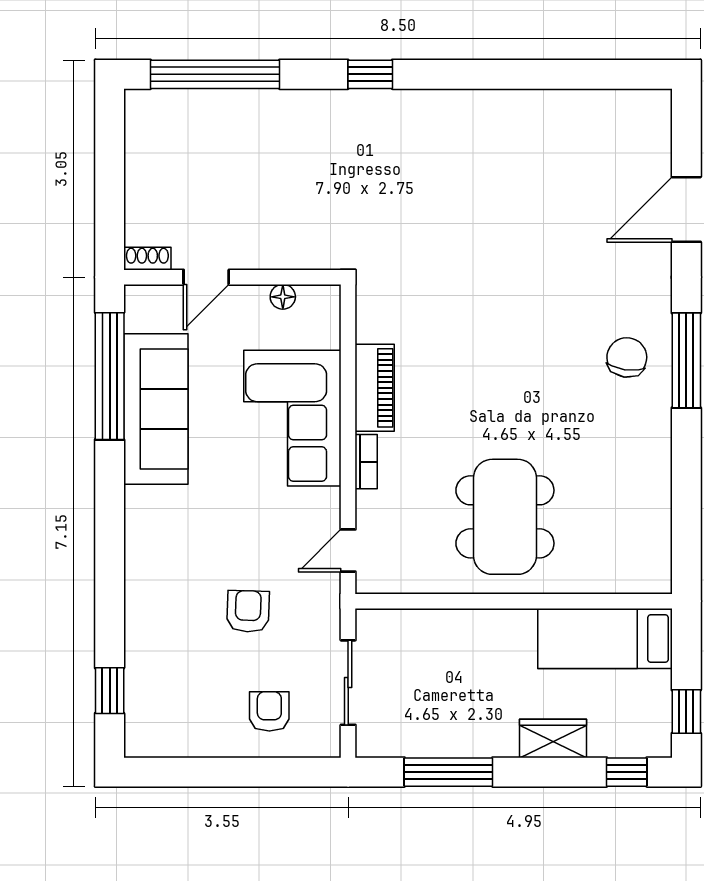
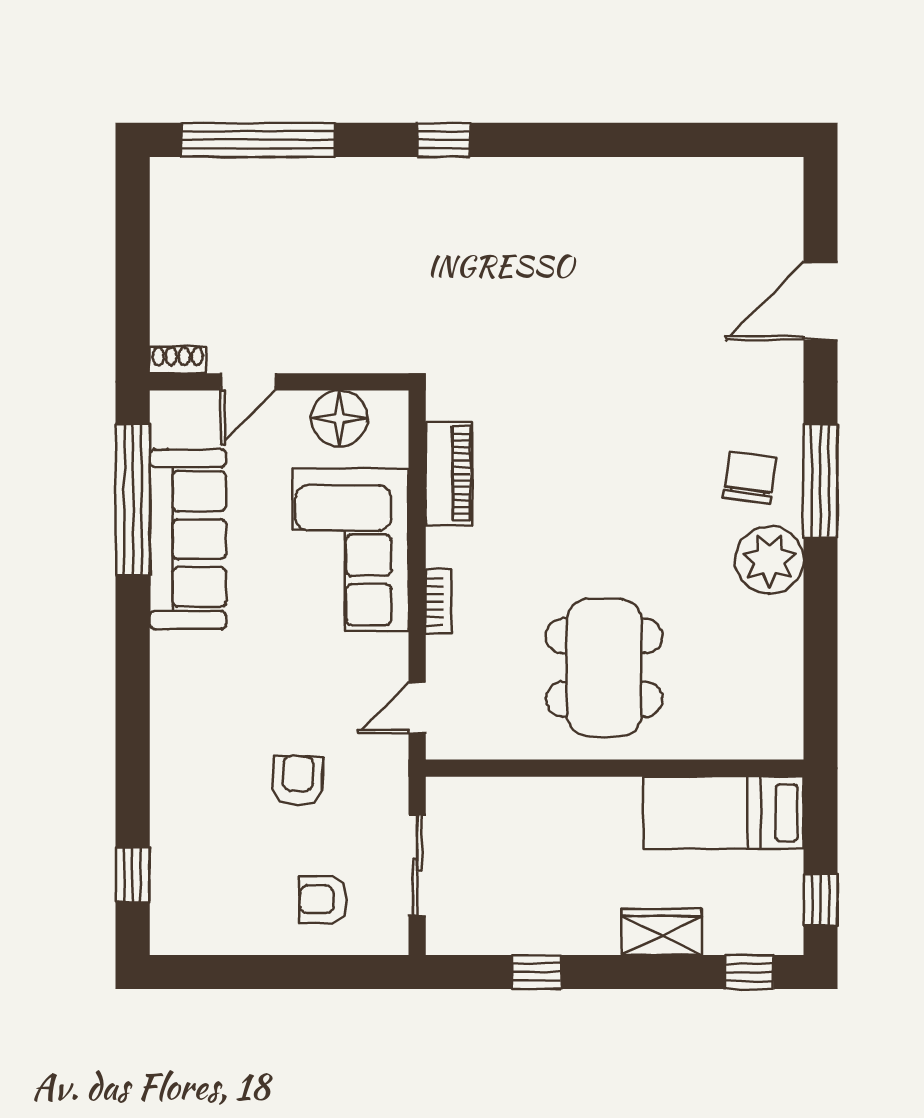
floor lamp: (283, 297) -> (339, 418), width x1.89, depth x1.89
piano: (375, 388) -> (449, 474), moved
plant: (644, 427) -> (769, 560), added
armchair: (269, 711) -> (323, 900), turned -90
window: (448, 772) -> (537, 972), width x0.46

